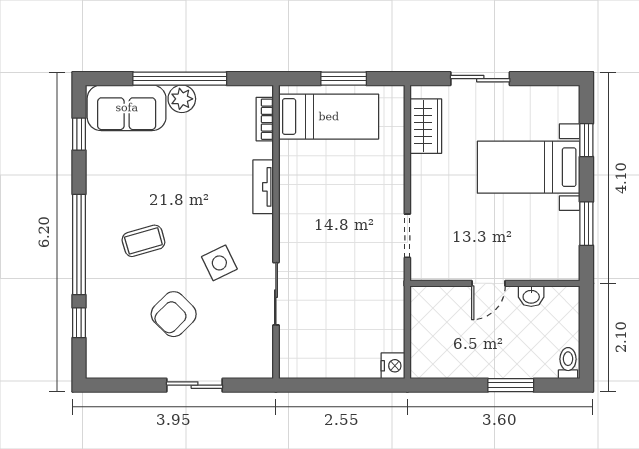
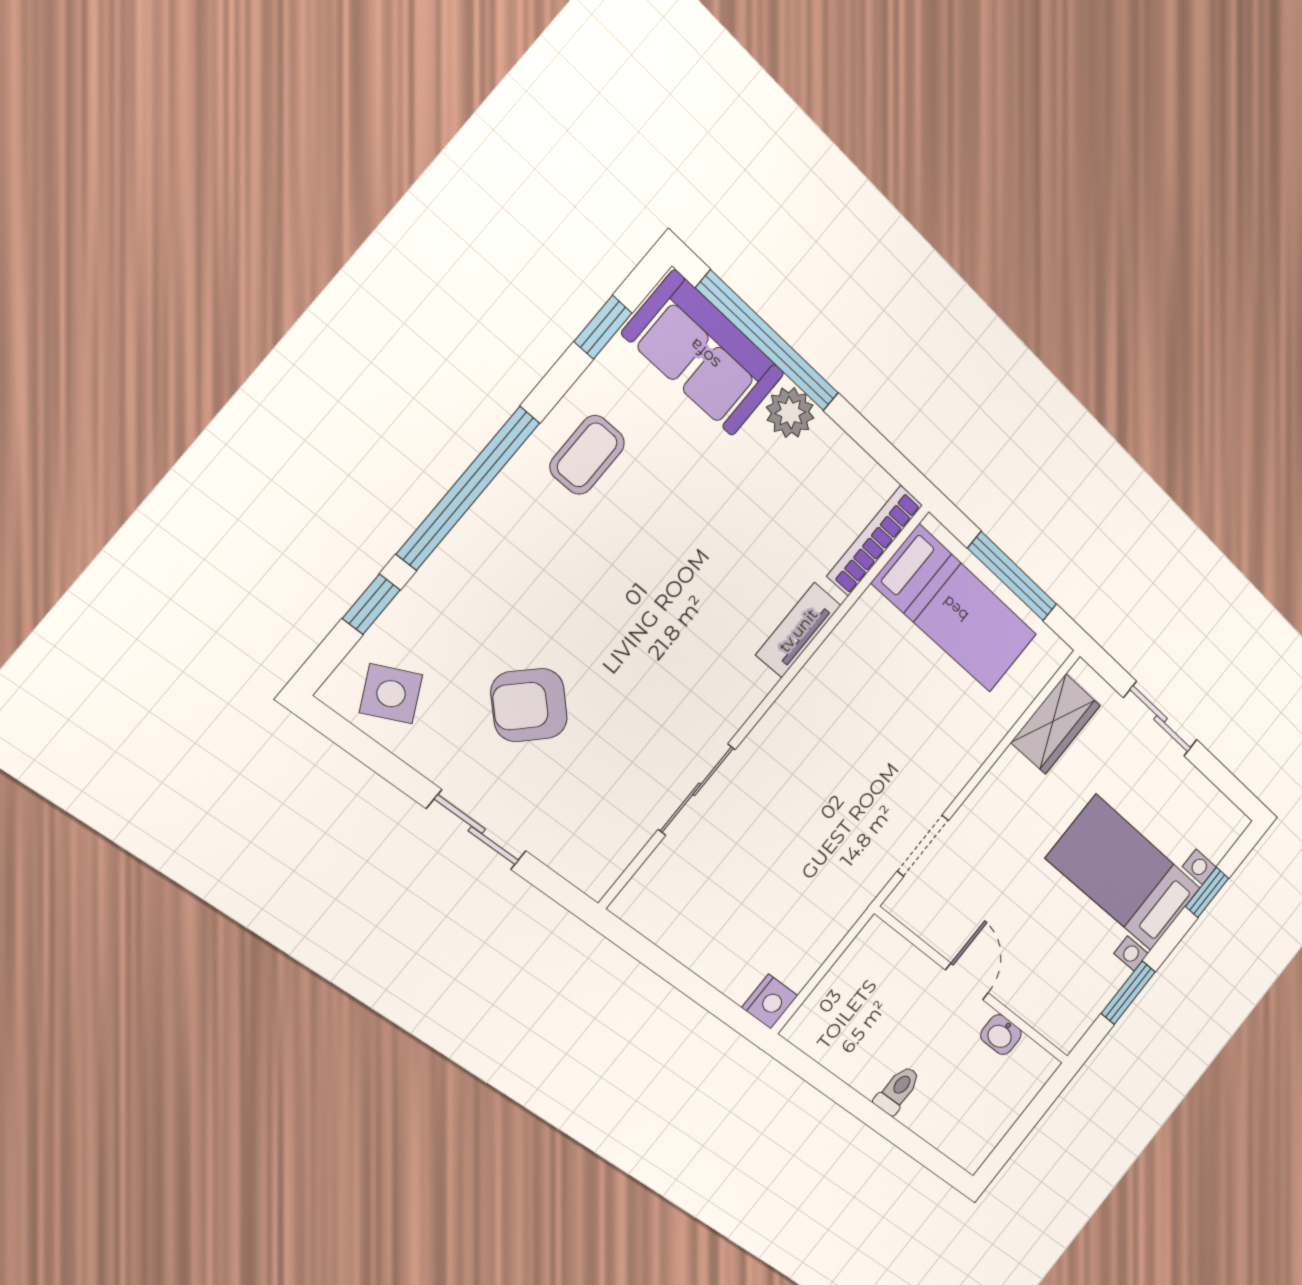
window: (180, 79) -> (768, 341), moved
window: (344, 79) -> (1013, 577), width x1.44
bookcase: (265, 119) -> (875, 541), width x1.56
coffee table: (143, 241) -> (587, 455), moved, turned -74
side table: (219, 263) -> (391, 694), moved
door: (488, 283) -> (967, 982), swing flipped
toilet: (568, 363) -> (898, 1090), moved
window: (511, 385) -> (890, 1129), removed

